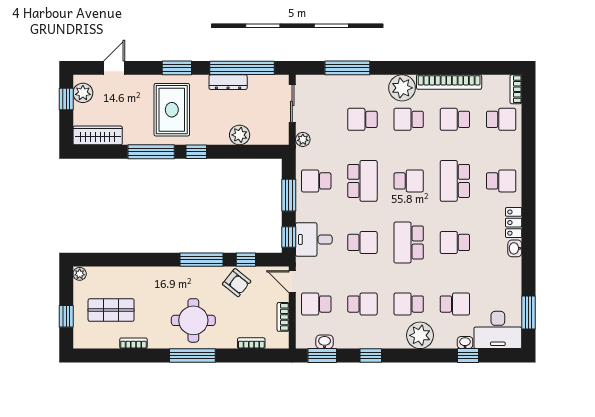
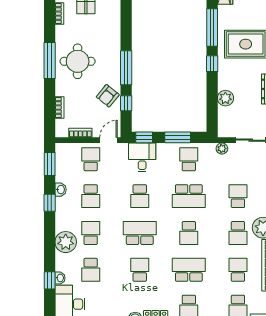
school desk: (409, 119) -> (238, 233), turned 180
washbasin: (325, 342) -> (61, 190), moved

